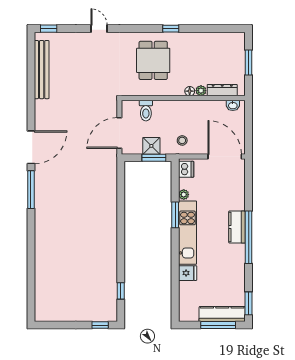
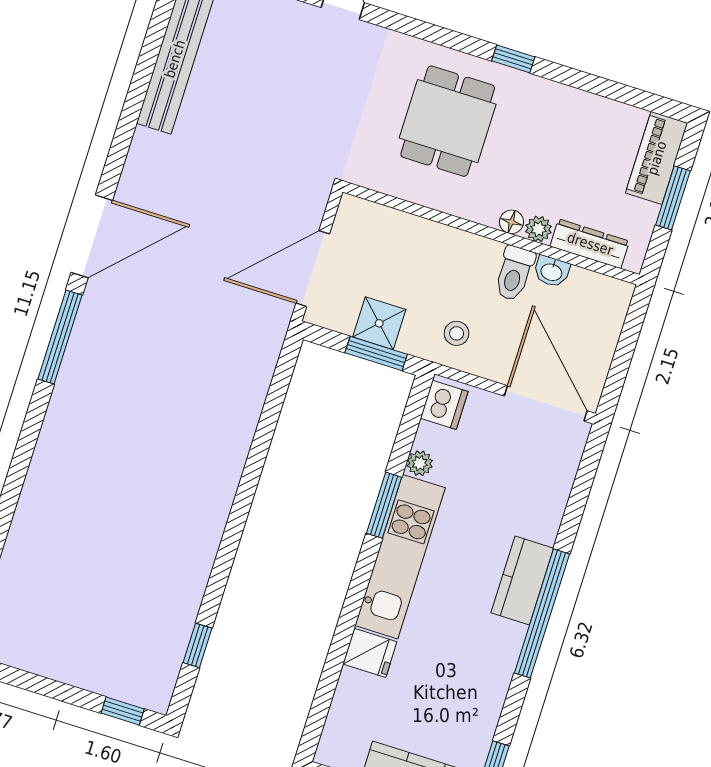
piano: (237, 49) -> (657, 158), added
washbasin: (233, 105) -> (552, 272), moved
toilet: (146, 111) -> (514, 273), moved

